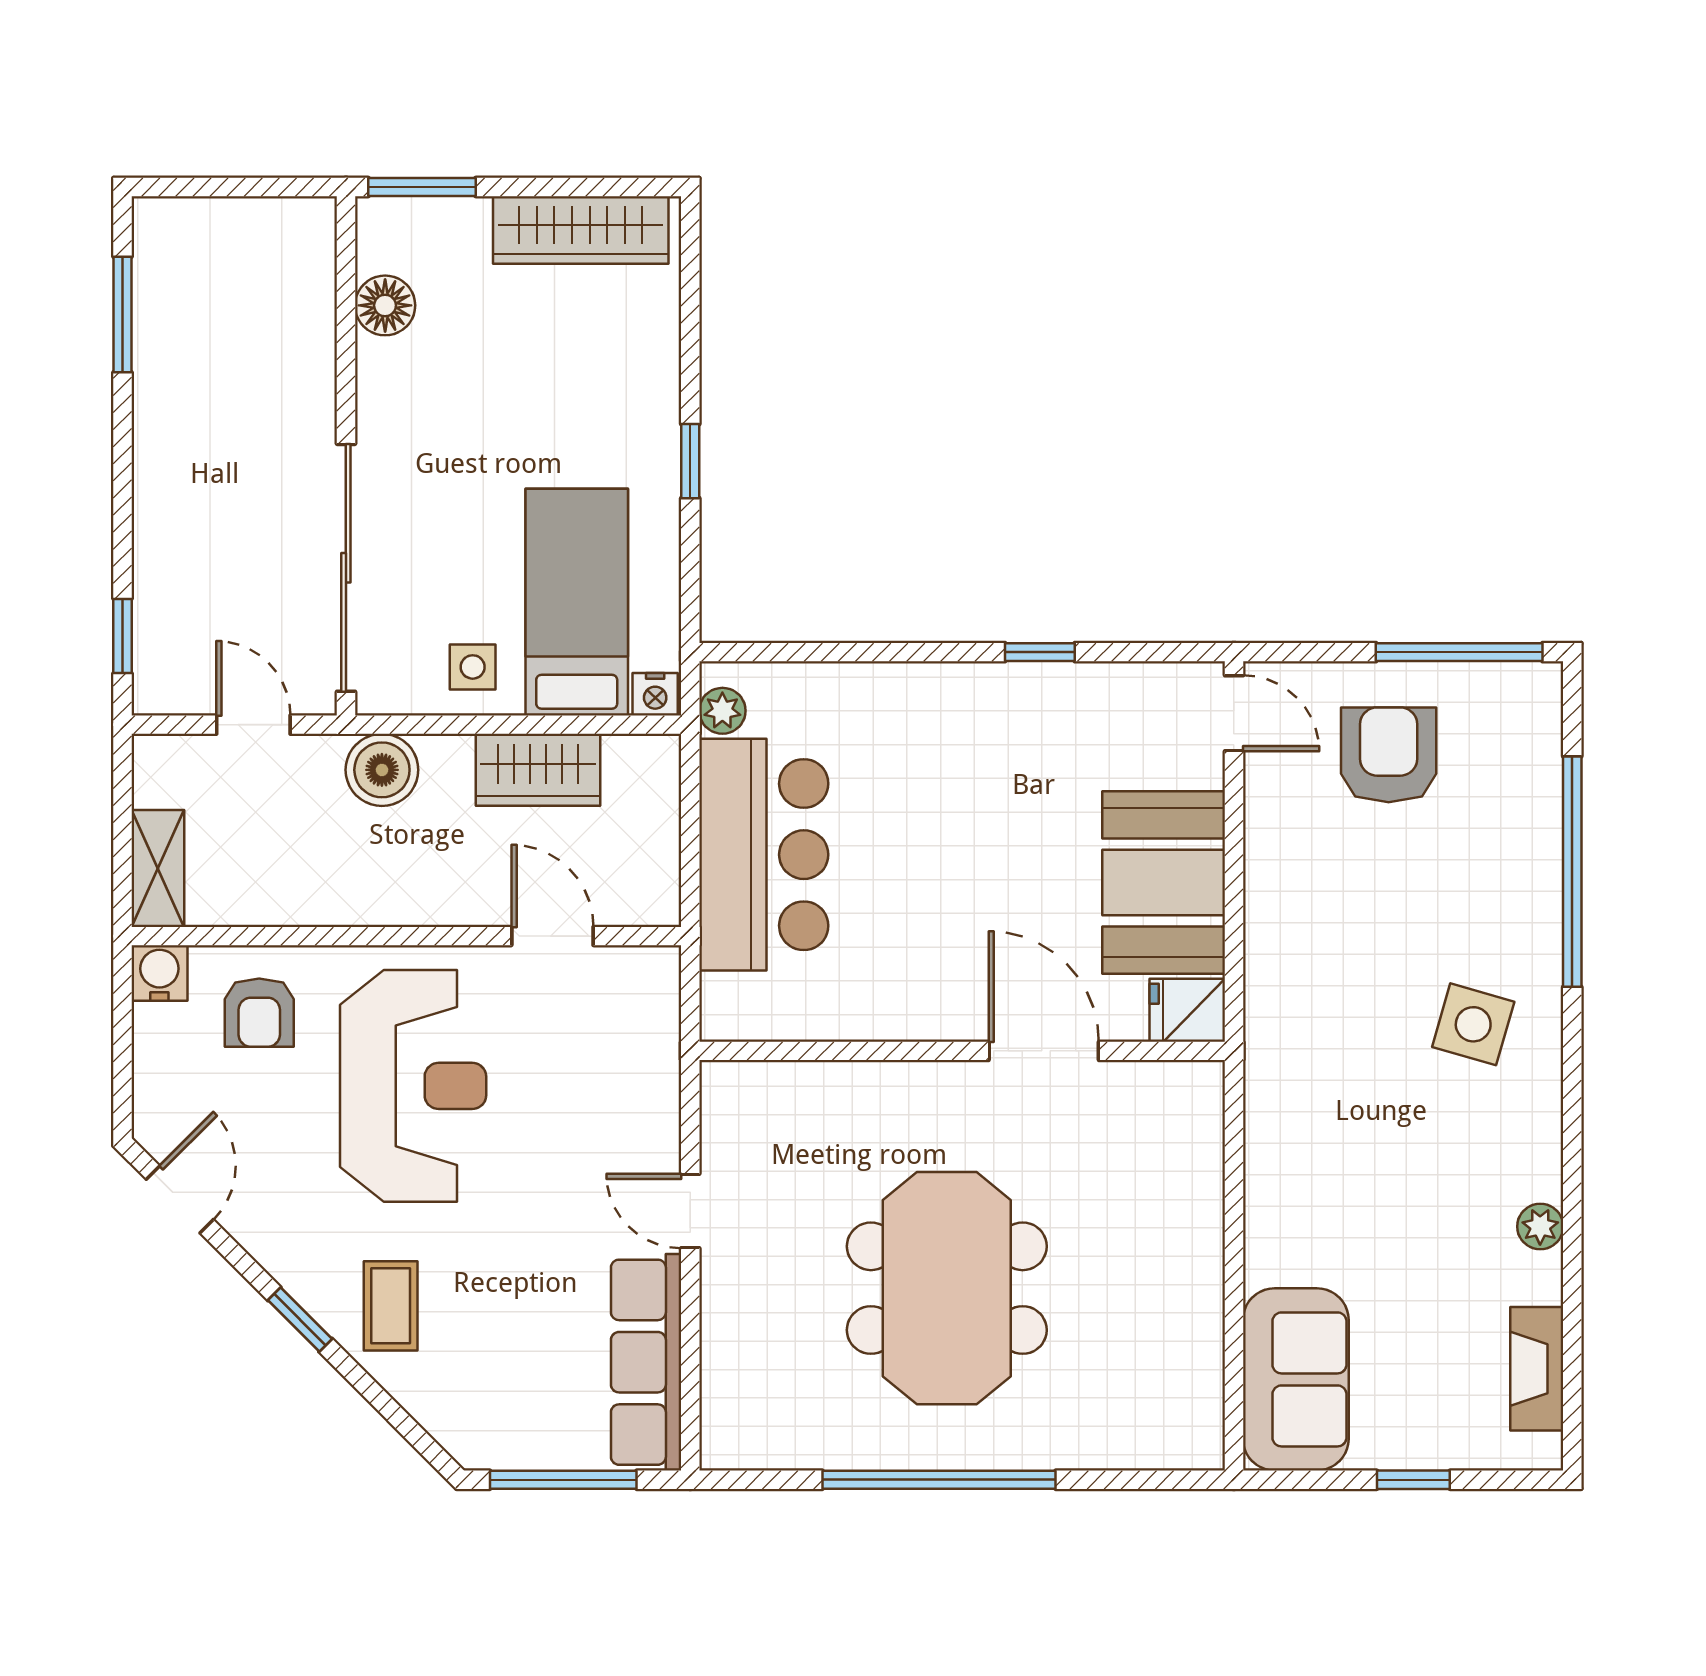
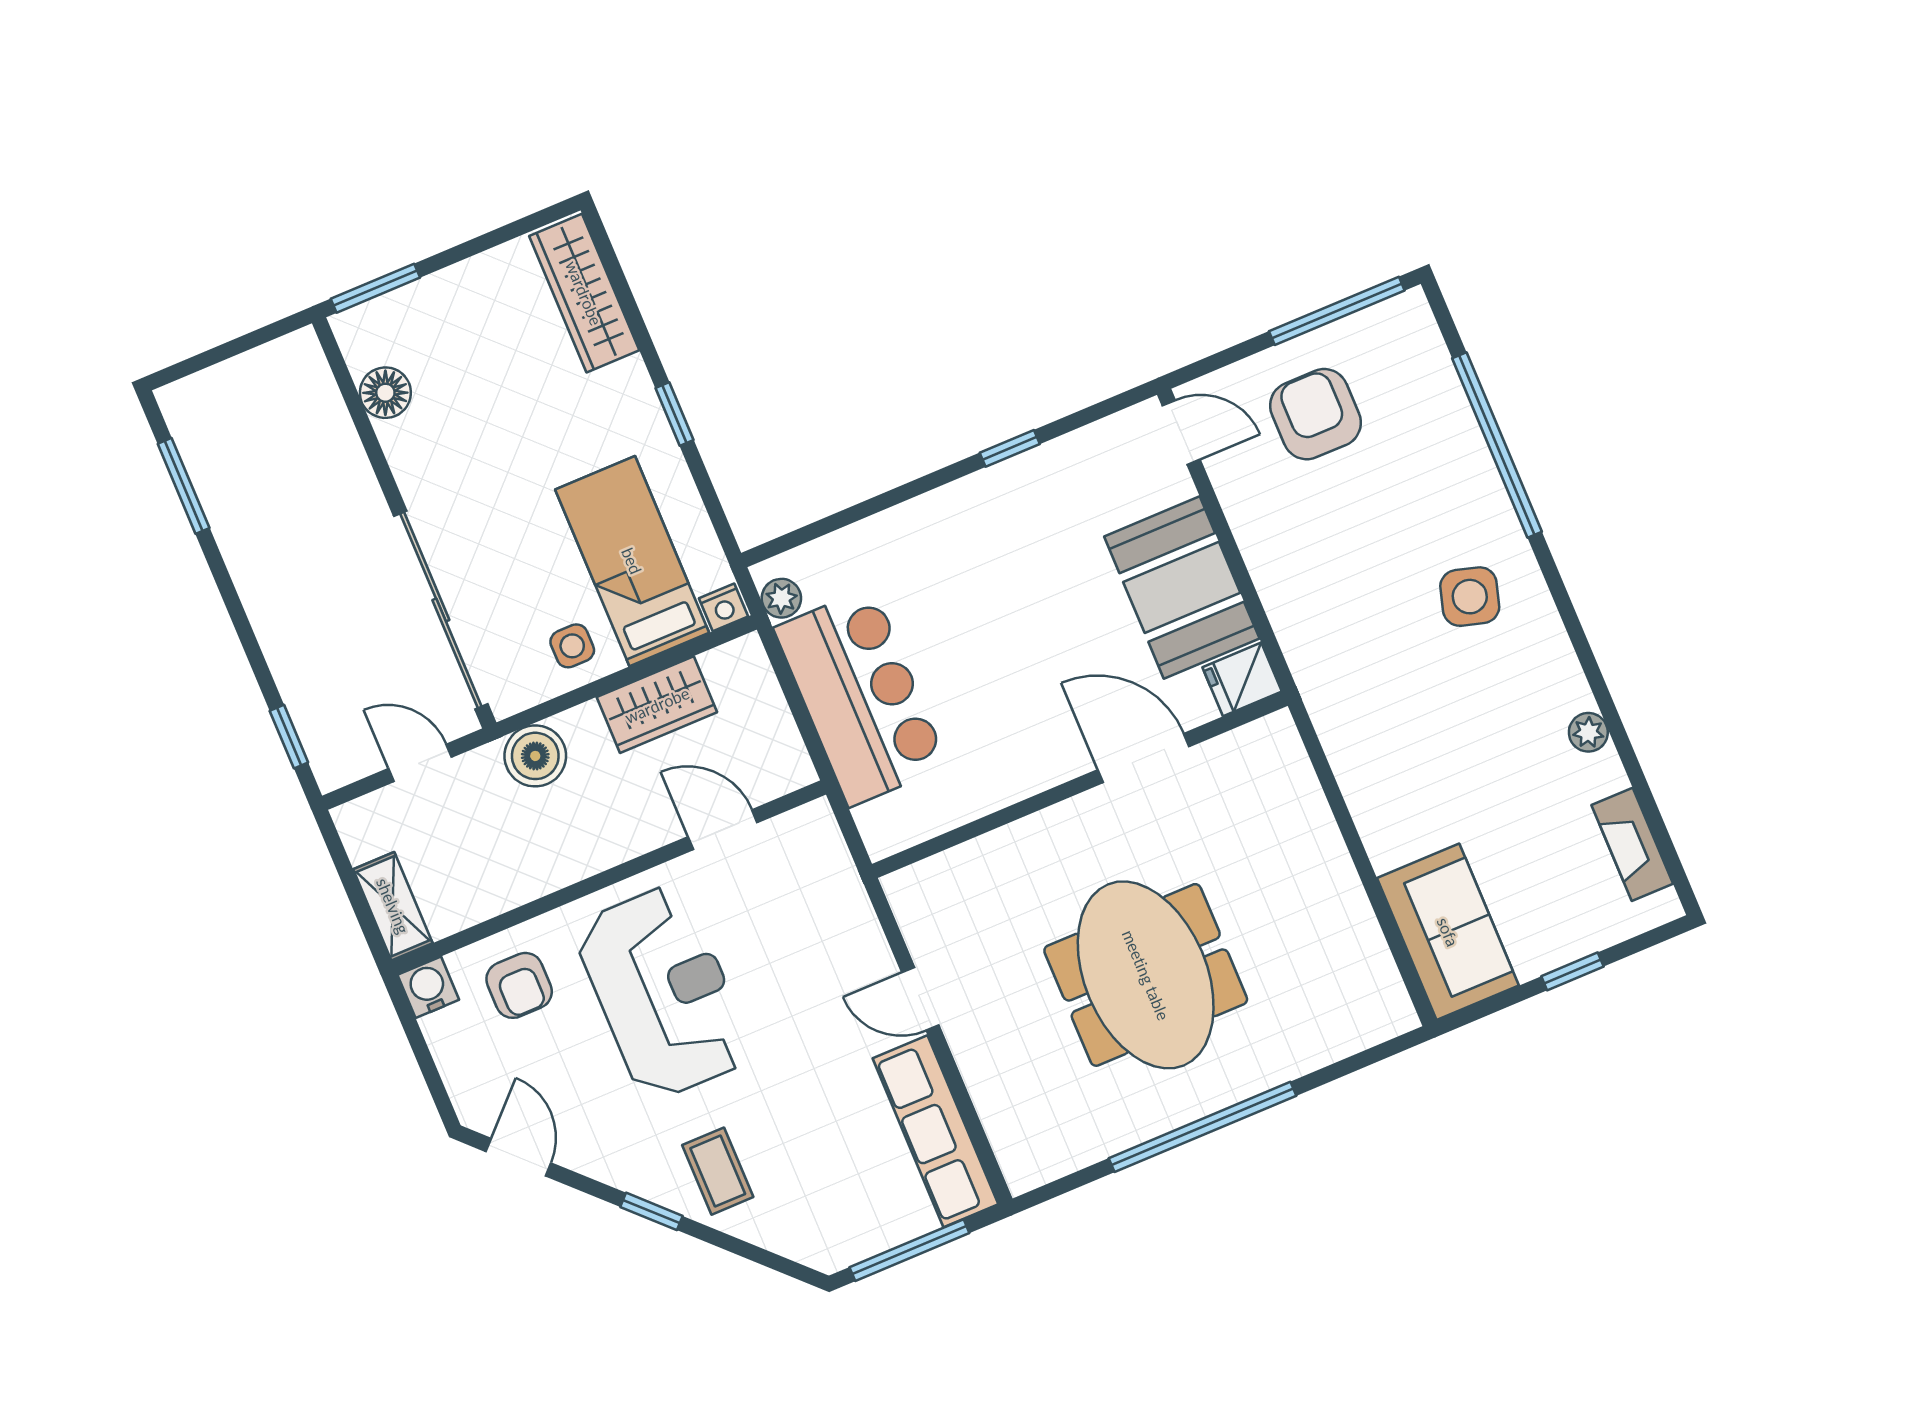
wardrobe: (581, 230) -> (584, 293), moved, turned 90

